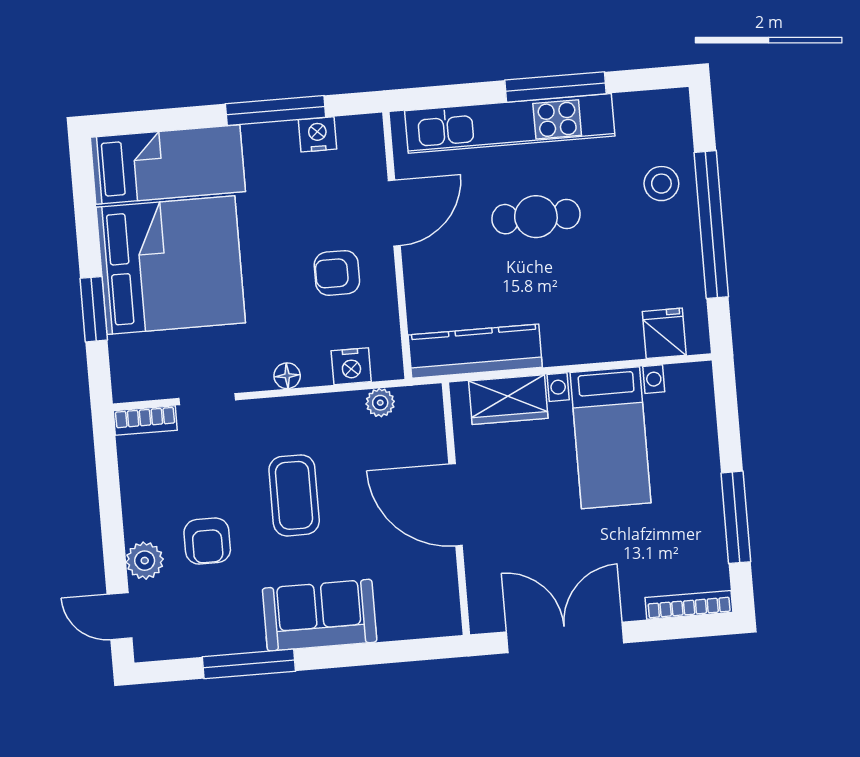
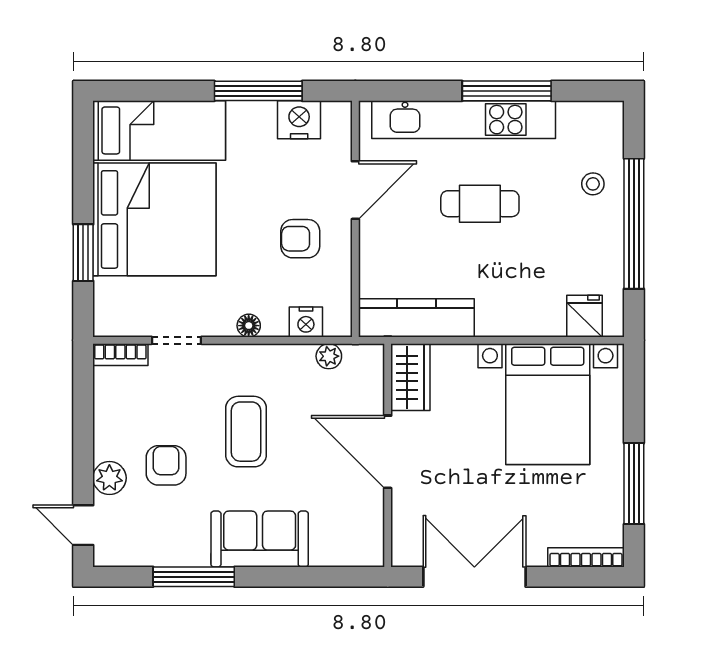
nightstand: (318, 134) -> (299, 120), width x1.36, depth x1.33
stool: (661, 184) -> (593, 184), width x0.73, depth x0.73
wardrobe: (508, 400) -> (410, 377), moved, turned -90
bed with nightstands: (611, 438) -> (548, 404), width x1.36
armchair: (207, 541) -> (166, 465), turned 180

